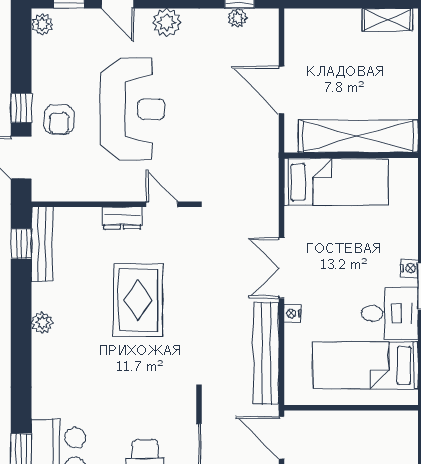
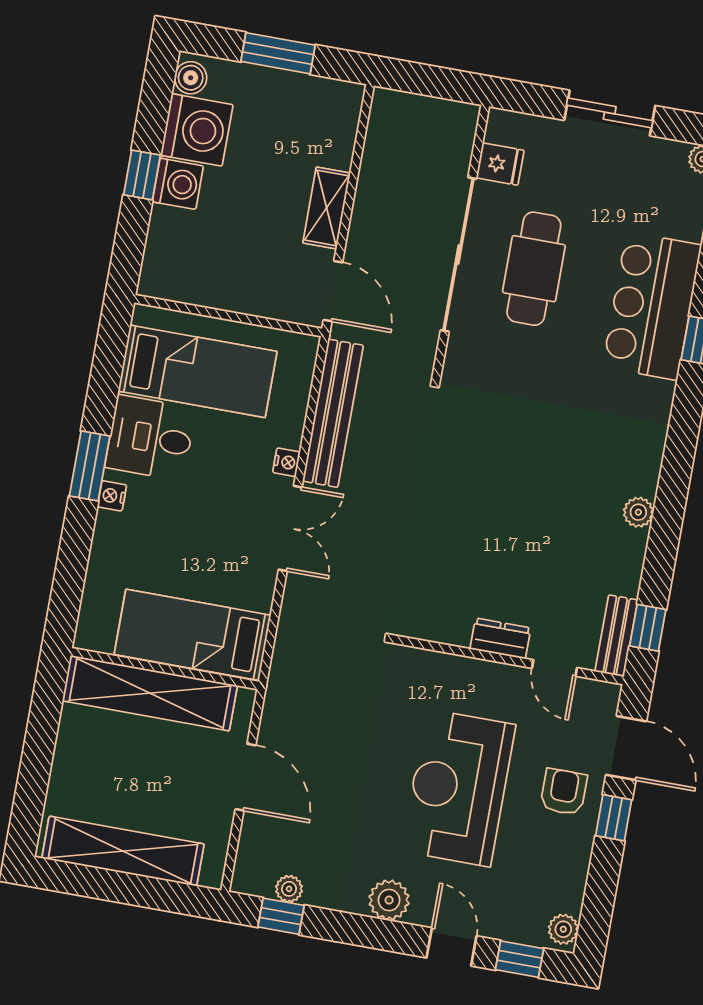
shelving: (387, 20) -> (123, 851), width x2.20, depth x1.33
door: (162, 204) -> (554, 668), moved
bench: (42, 244) -> (616, 636), width x0.73
rug: (138, 300) -> (499, 520), removed

